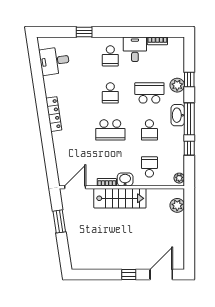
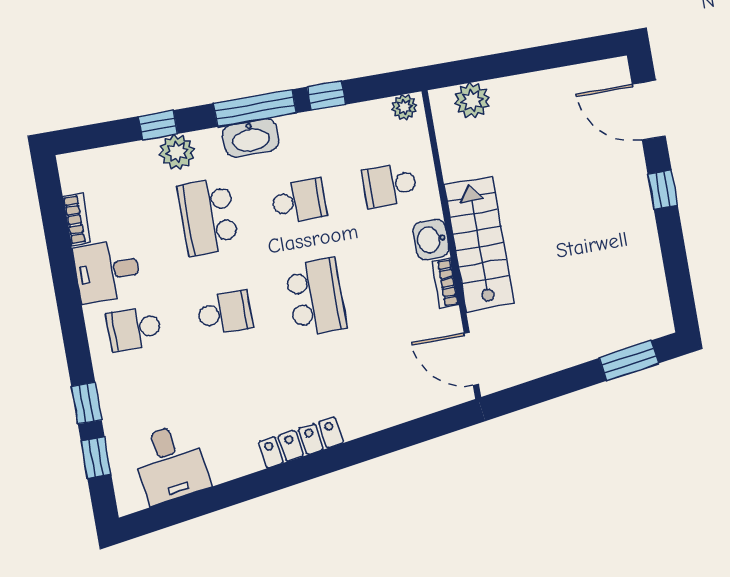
window: (62, 32) -> (96, 458), added
school desk: (110, 56) -> (134, 329), turned 180
window: (59, 221) -> (629, 361), moved

